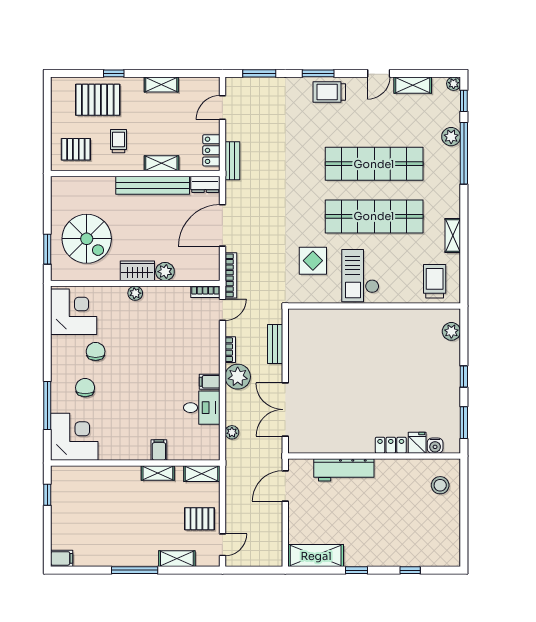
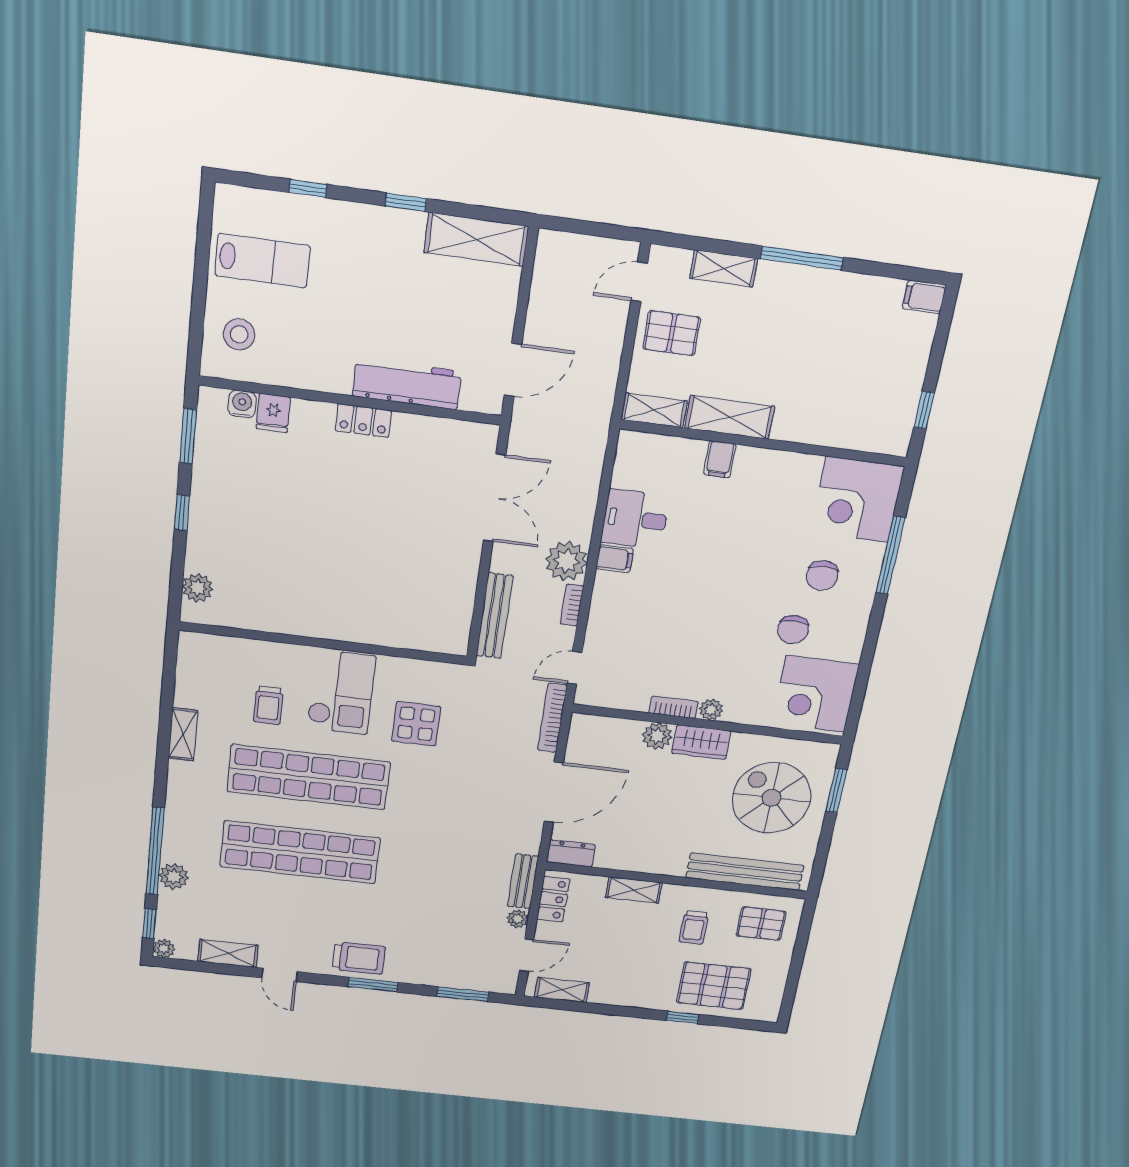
door: (379, 73) -> (279, 975), swing flipped
shelving: (161, 84) -> (562, 990), moved
bench: (153, 185) -> (745, 872), moved
trolley: (435, 281) -> (268, 705), moved, width x0.73, depth x0.72
bookcase: (205, 292) -> (673, 707), moved
bench: (275, 344) -> (494, 616), width x1.36
plant: (232, 432) -> (518, 919), moved
locker: (391, 445) -> (363, 421), moved
shelving: (158, 473) -> (730, 417), width x1.50, depth x1.33
lab bench: (431, 528) -> (262, 261), added

